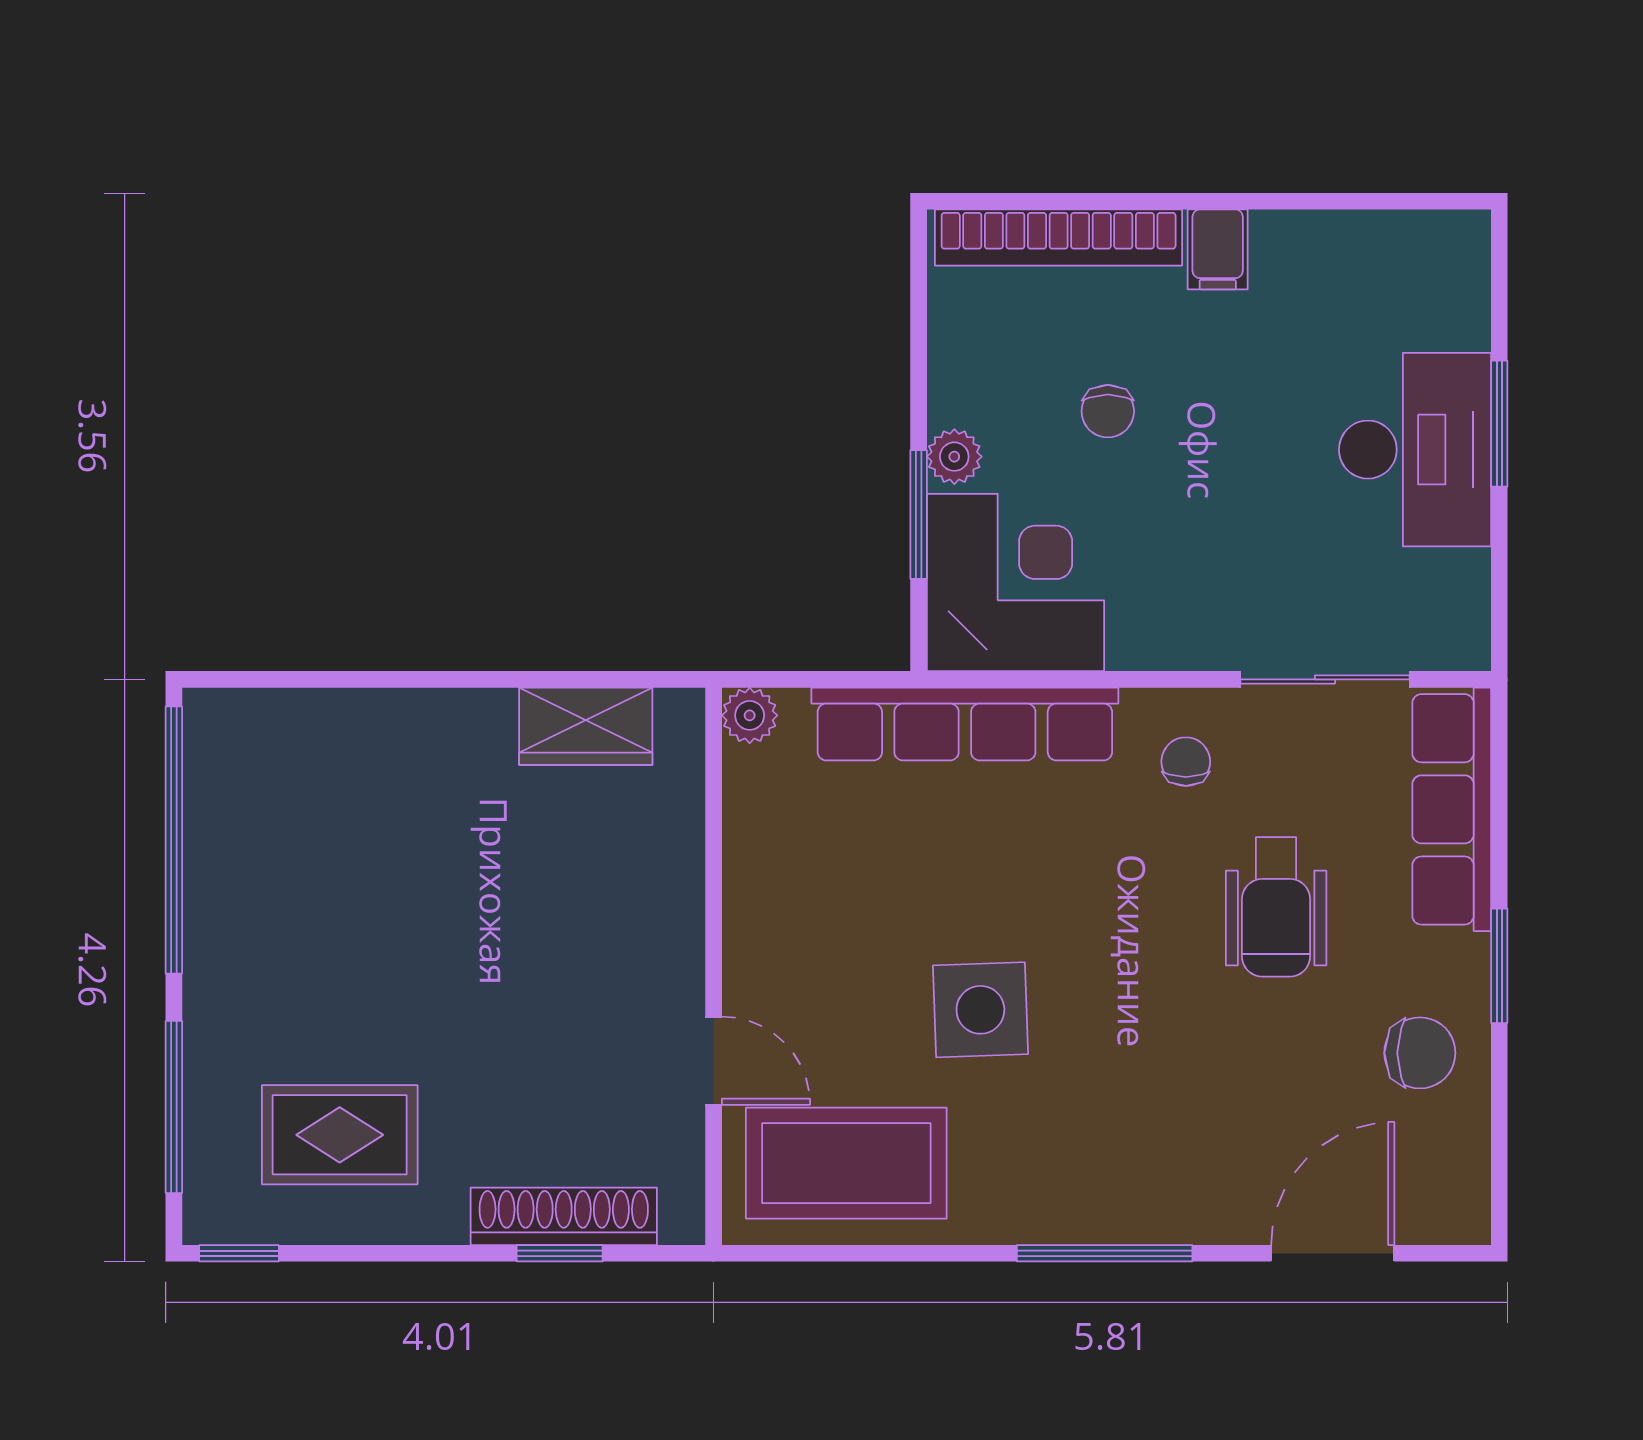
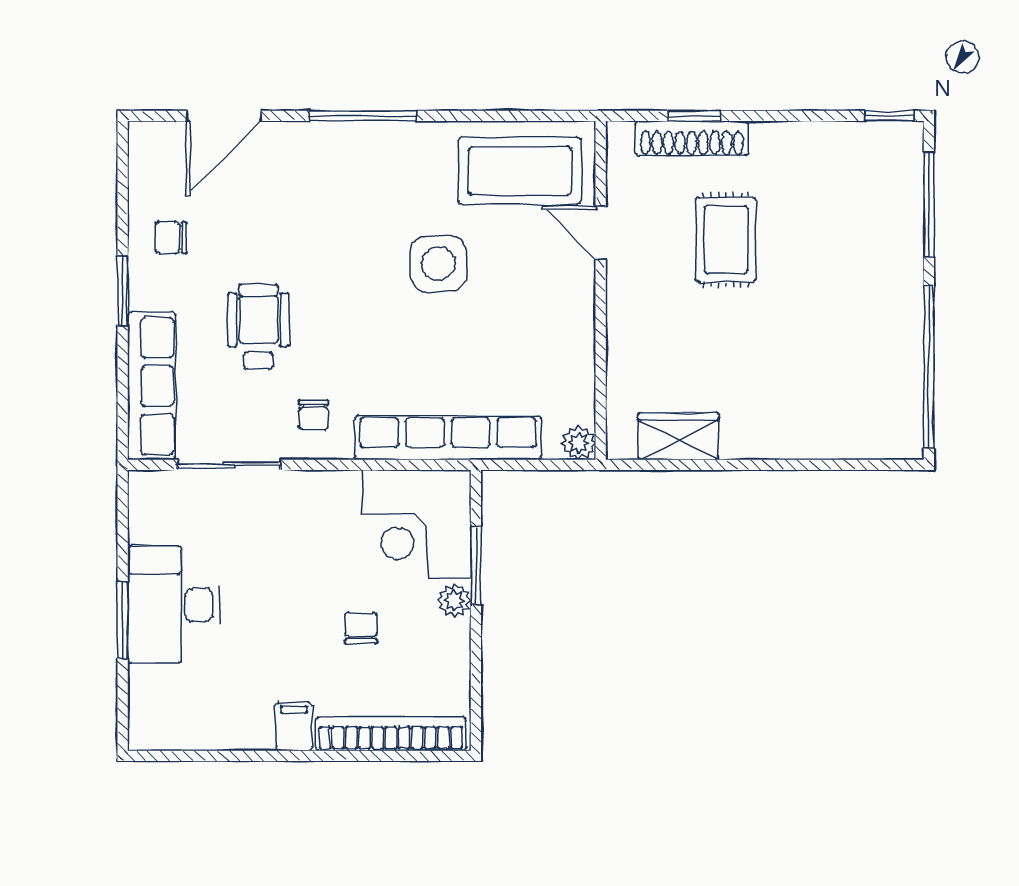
chair: (1420, 1053) -> (171, 238), width x0.73, depth x0.73
rug: (340, 1135) -> (726, 240), moved, turned 90

